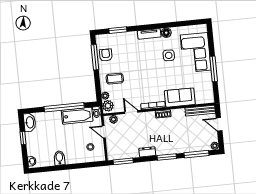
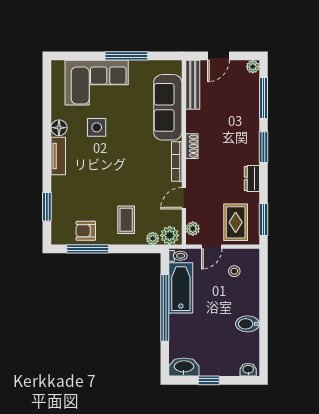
sofa: (180, 98) -> (168, 107), width x1.36
rug: (120, 145) -> (236, 222), added

